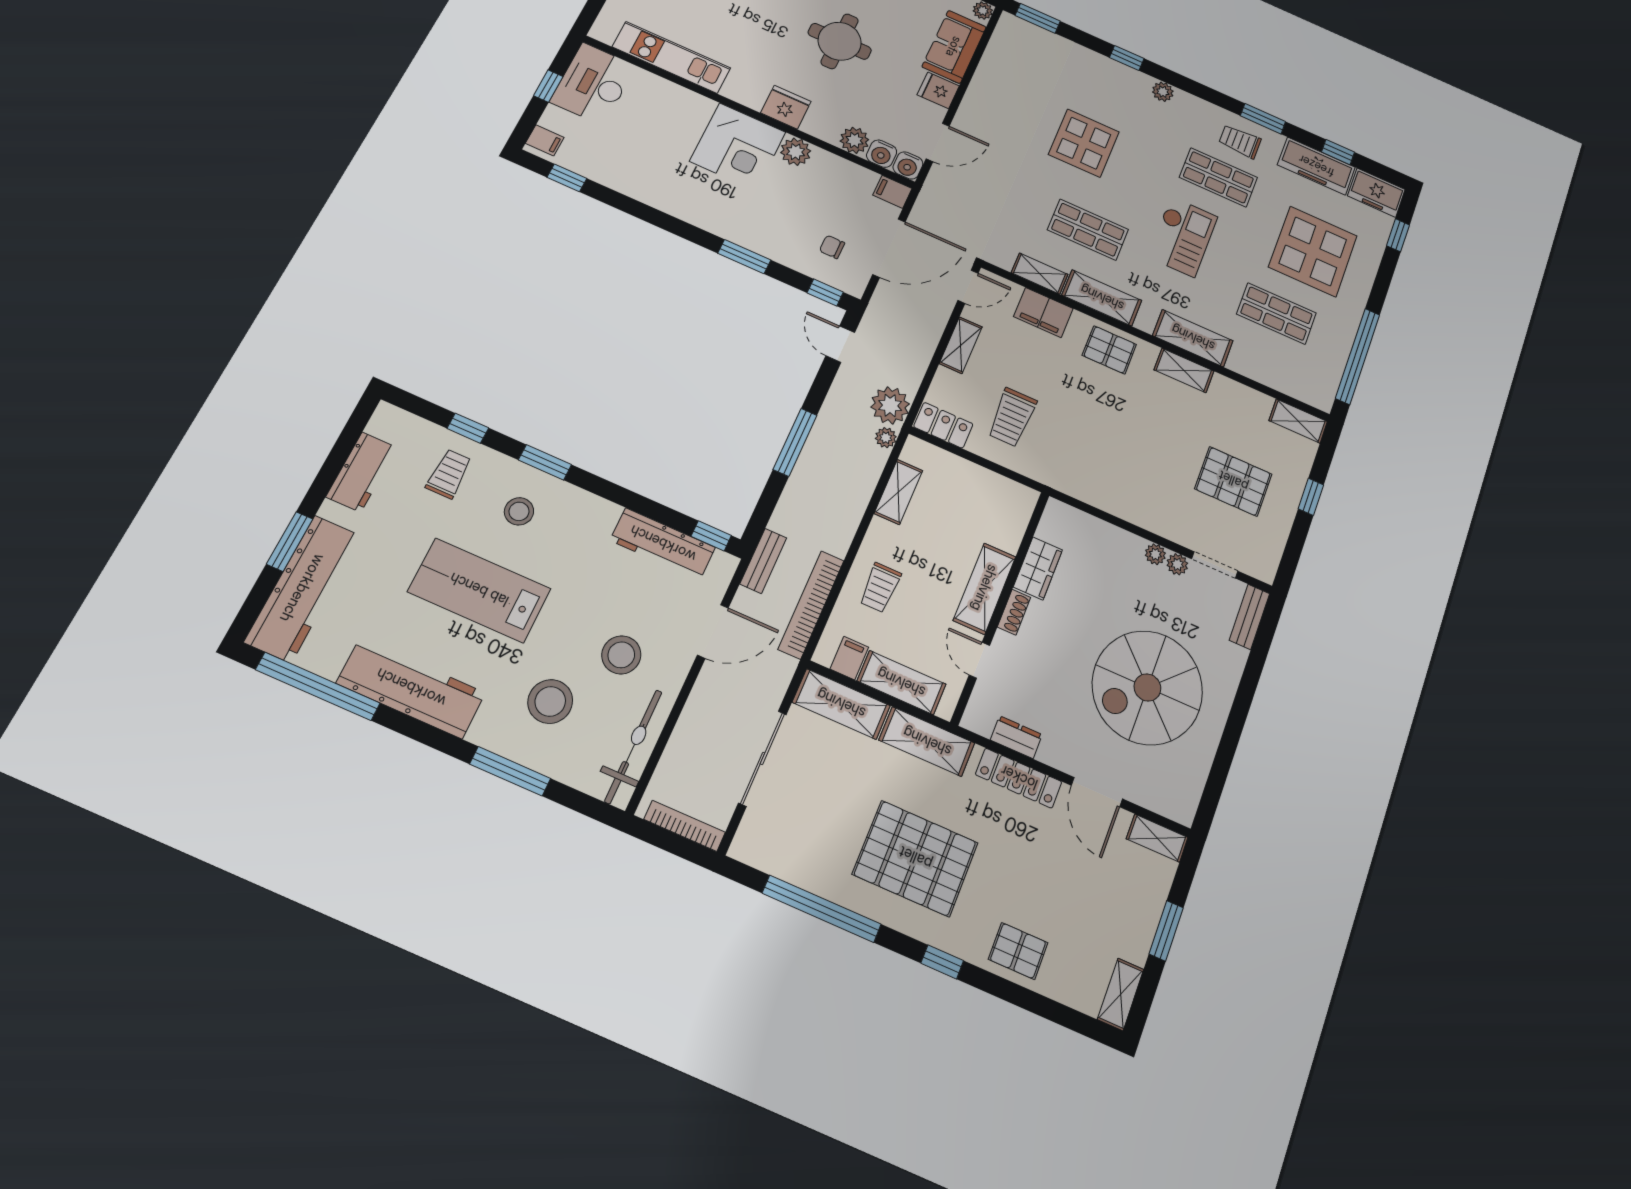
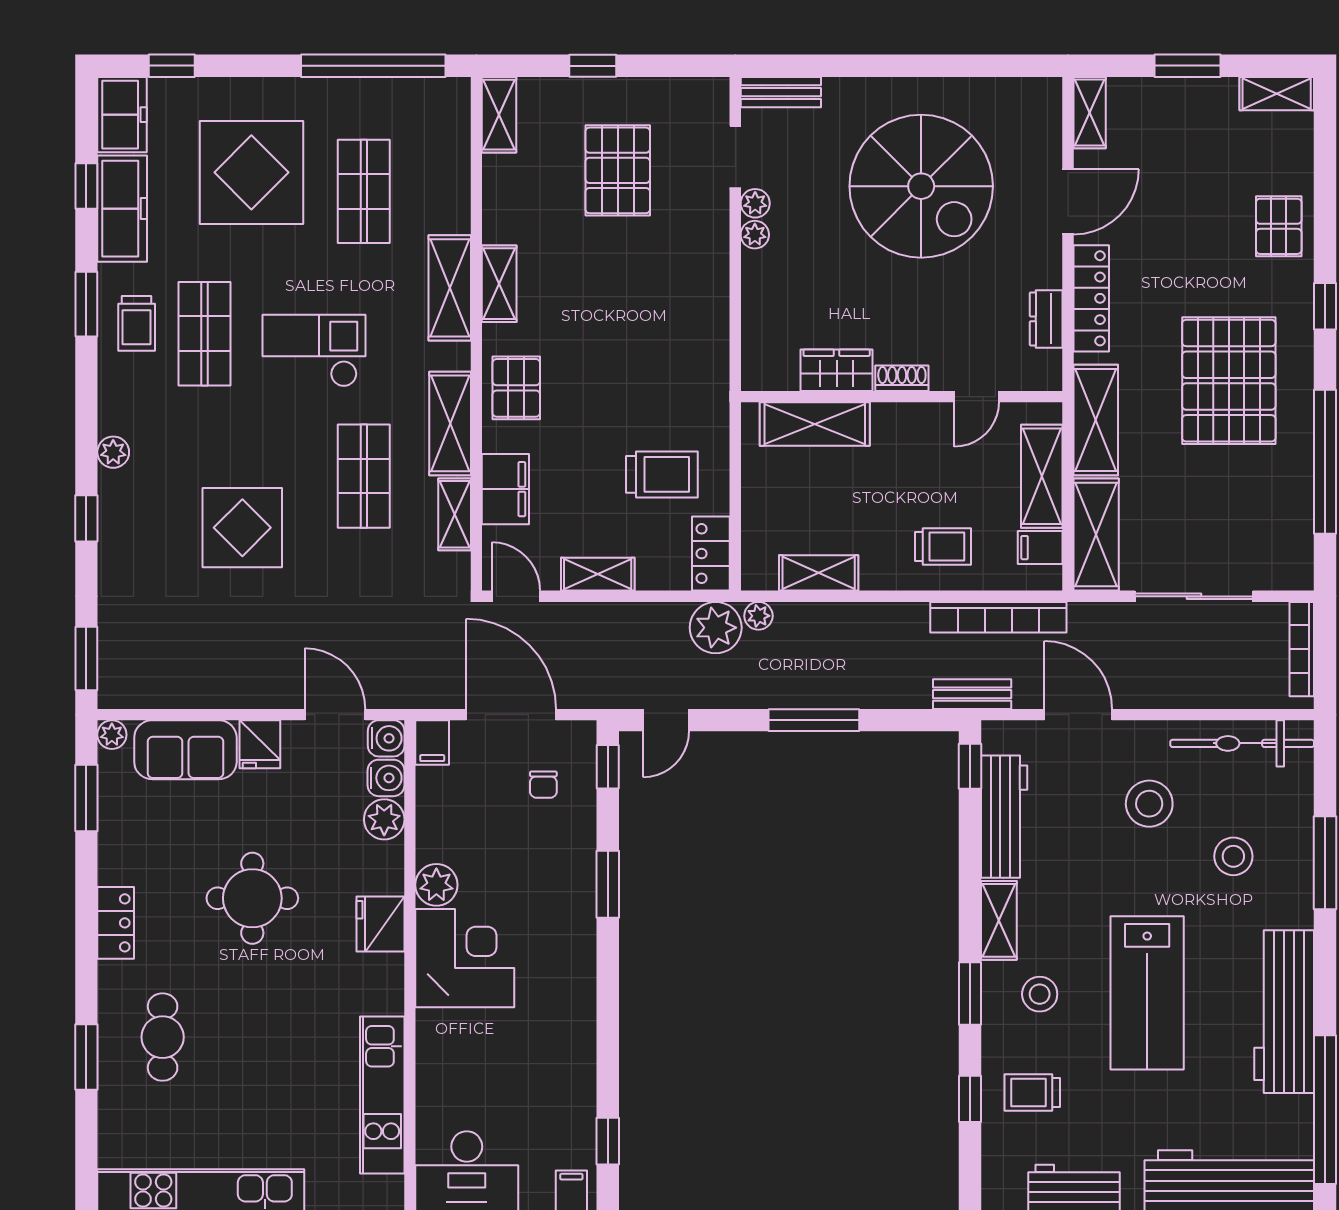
shelving: (588, 506) -> (999, 920), added
shelving: (985, 588) -> (815, 424), moved
stool: (550, 701) -> (1233, 856), width x0.73, depth x0.73

